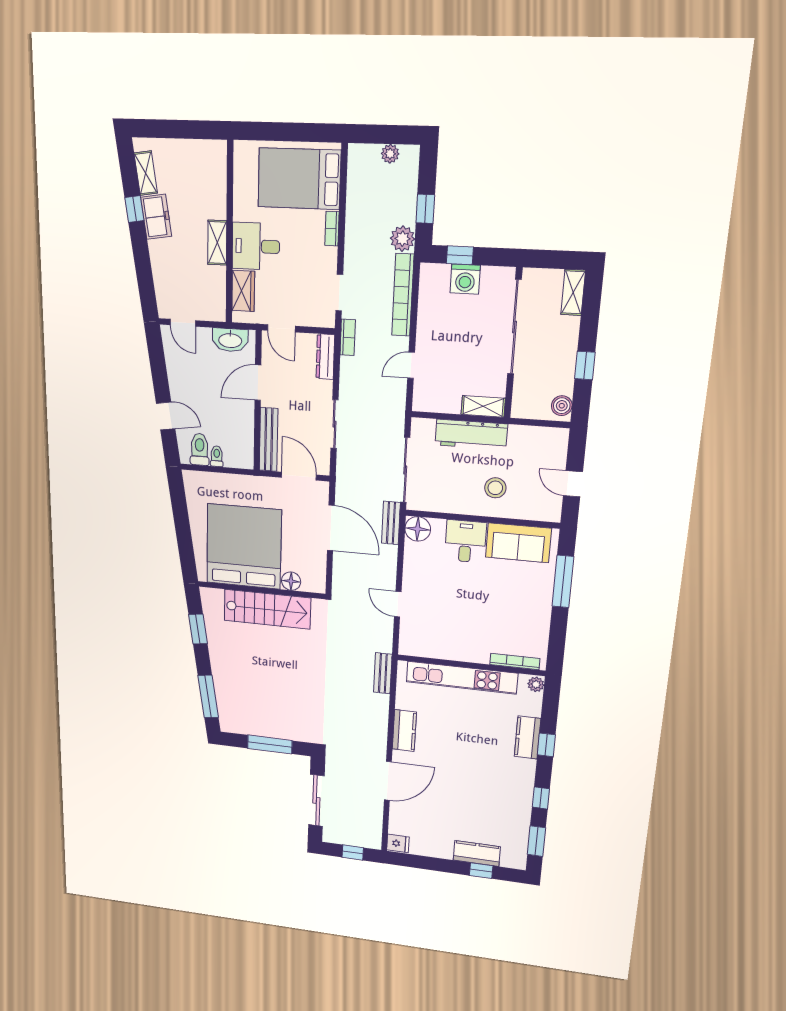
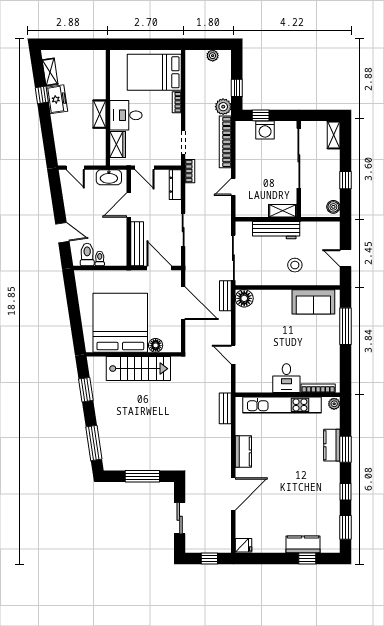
desk: (465, 541) -> (286, 378), moved, turned 180
window: (546, 745) -> (345, 449), width x1.50
sliding door: (316, 800) -> (180, 518), width x0.73

